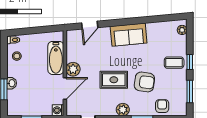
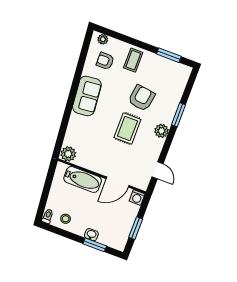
door: (90, 25) -> (62, 132), removed
window: (190, 62) -> (139, 44), removed
plant: (73, 69) -> (68, 154), moved
door: (65, 89) -> (117, 182), swing flipped
armchair: (162, 106) -> (105, 61), moved

